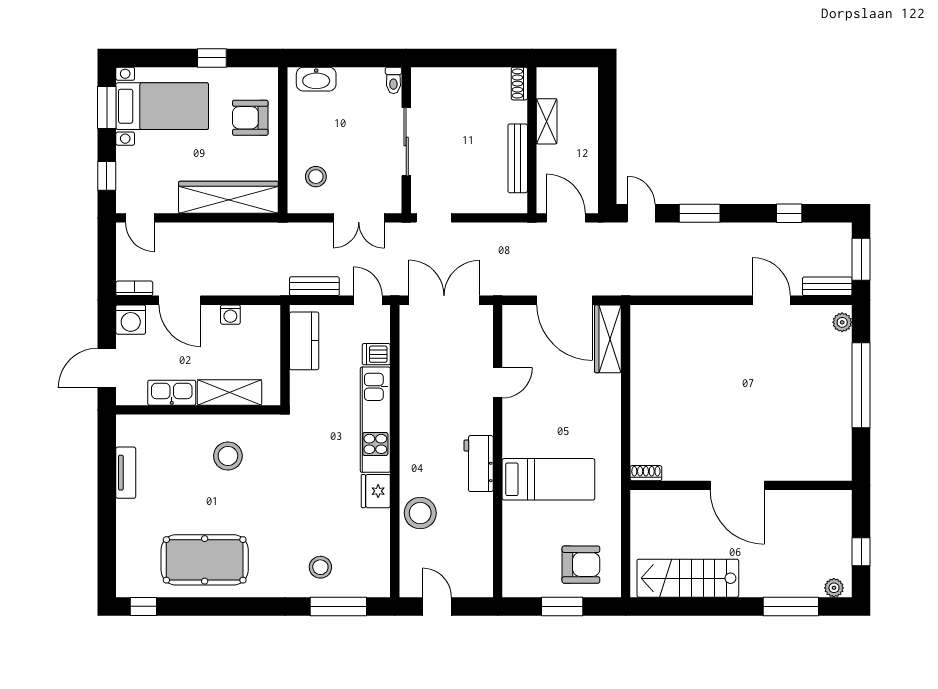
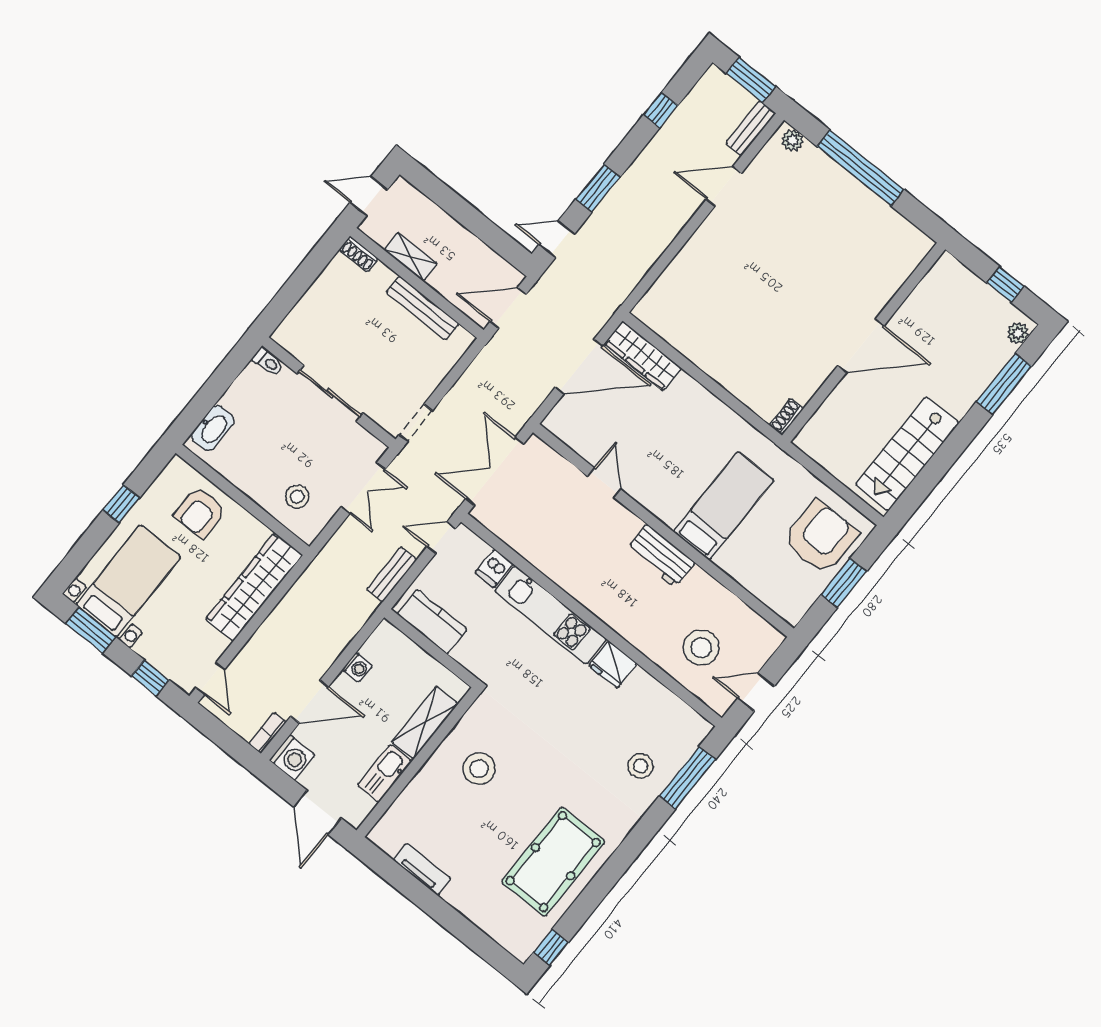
door: (566, 58) -> (369, 196), added
door: (140, 218) -> (210, 679), hinge flipped
stool: (420, 513) -> (701, 648), moved
armchair: (581, 565) -> (821, 537), width x1.36, depth x1.36

